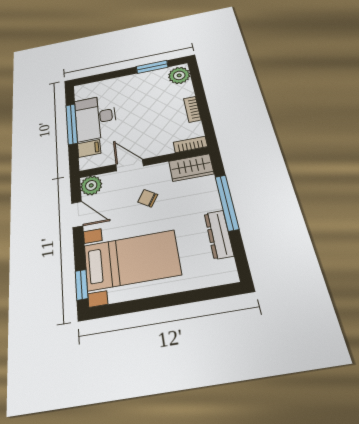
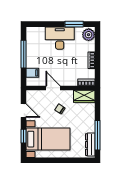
desk: (95, 118) -> (60, 38), moved, turned 90
plant: (91, 185) -> (32, 96), removed
window: (227, 202) -> (97, 135), moved
dresser: (219, 234) -> (90, 145), moved
window: (82, 285) -> (24, 136), moved

